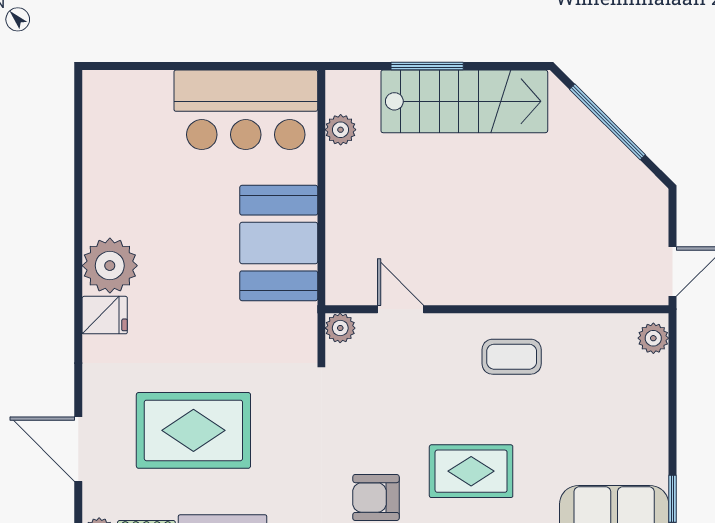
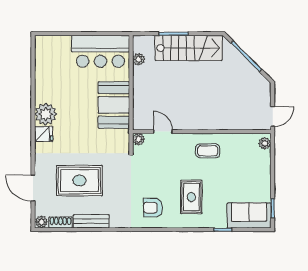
rug: (471, 471) -> (191, 197), turned 90

